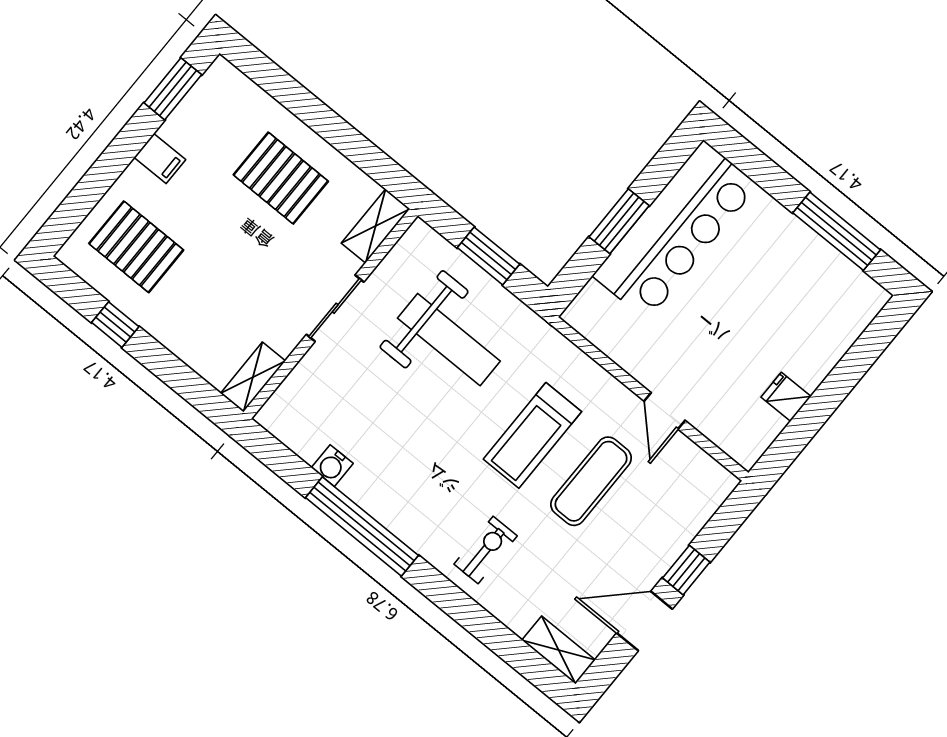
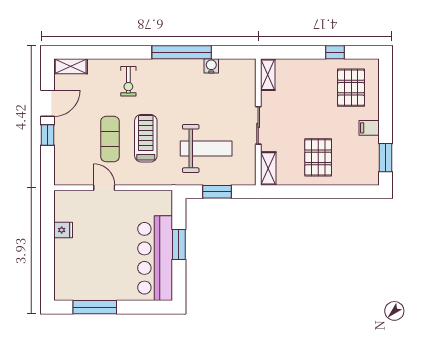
pallet: (281, 178) -> (318, 157), turned 90
pallet: (136, 247) -> (351, 88), turned 90
weight bench: (449, 340) -> (206, 148), turned 180

